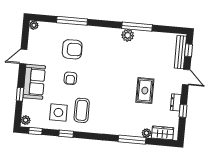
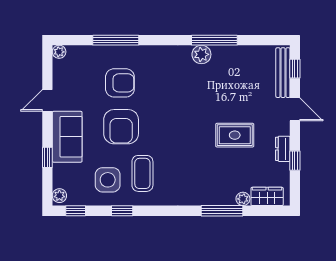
armchair: (70, 78) -> (121, 127), width x1.88, depth x1.88
rug: (145, 91) -> (235, 135), turned 90

